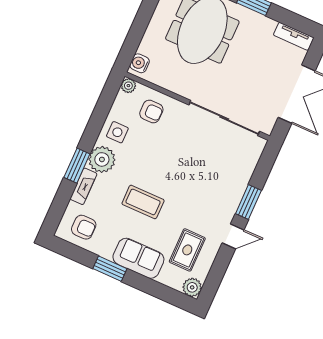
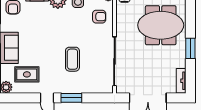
armchair: (151, 112) -> (99, 17), turned -90
coffee table: (143, 202) -> (72, 59), moved

